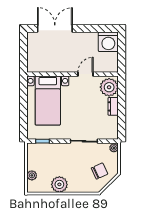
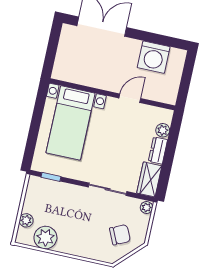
washing machine: (108, 42) -> (154, 57), moved
plant: (109, 87) -> (163, 130), width x0.53, depth x0.53
wardrobe: (112, 128) -> (149, 179), added
plant: (59, 184) -> (45, 238), moved

